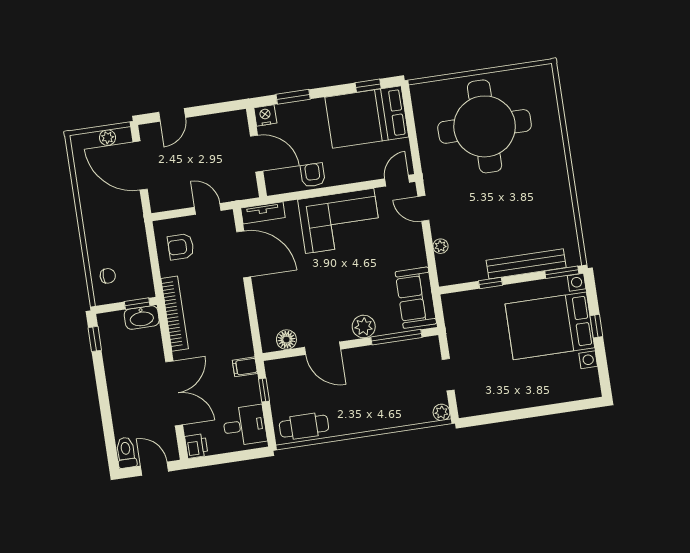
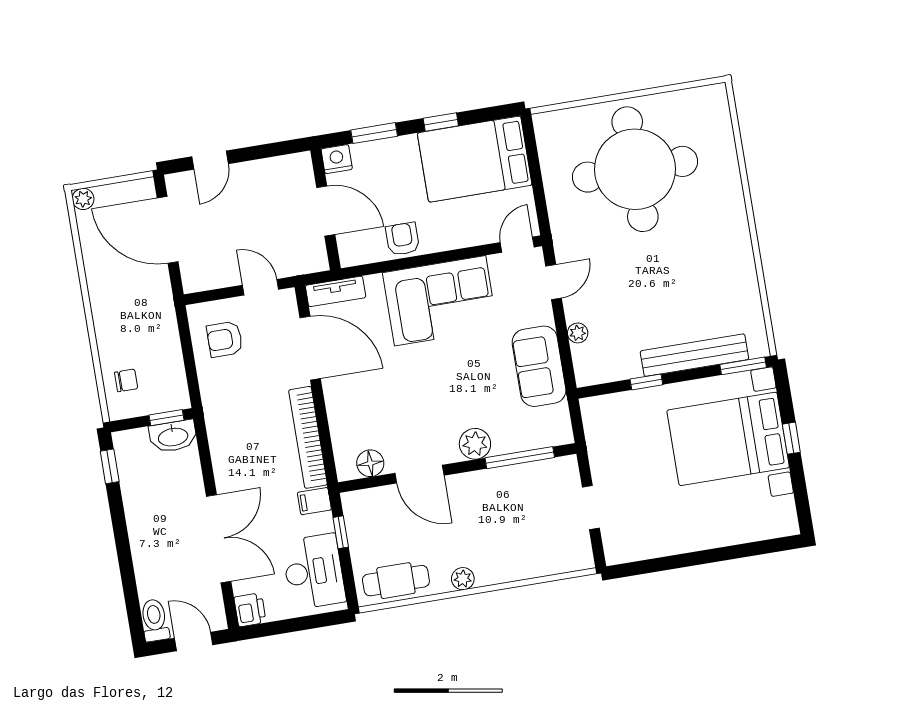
window: (368, 86) -> (441, 122), moved
plant: (108, 138) -> (83, 199), moved
door: (423, 208) -> (554, 282), swing flipped
sofa: (416, 298) -> (539, 366), moved
bookcase: (175, 314) -> (308, 437), moved, turned 180
plant: (441, 412) -> (463, 579), moved
desk: (245, 426) -> (314, 572), width x1.37

